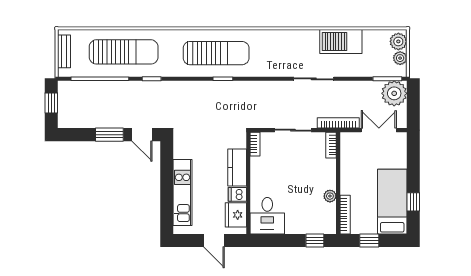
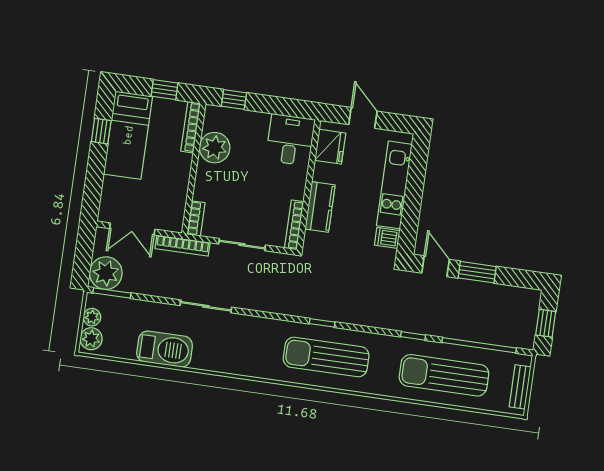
bookcase: (255, 144) -> (294, 225), width x1.56
dishwasher: (237, 194) -> (387, 238), moved, turned 180
plant: (330, 196) -> (215, 148), width x1.87, depth x1.87

